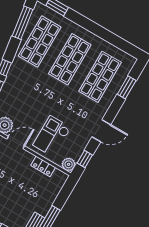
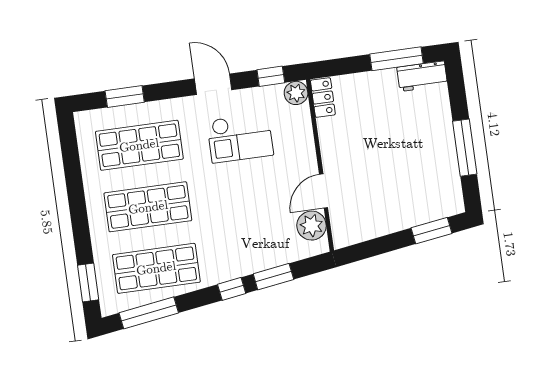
checkout: (52, 136) -> (240, 138), moved
door: (16, 142) -> (324, 191), hinge flipped
locker: (43, 166) -> (323, 98), moved

